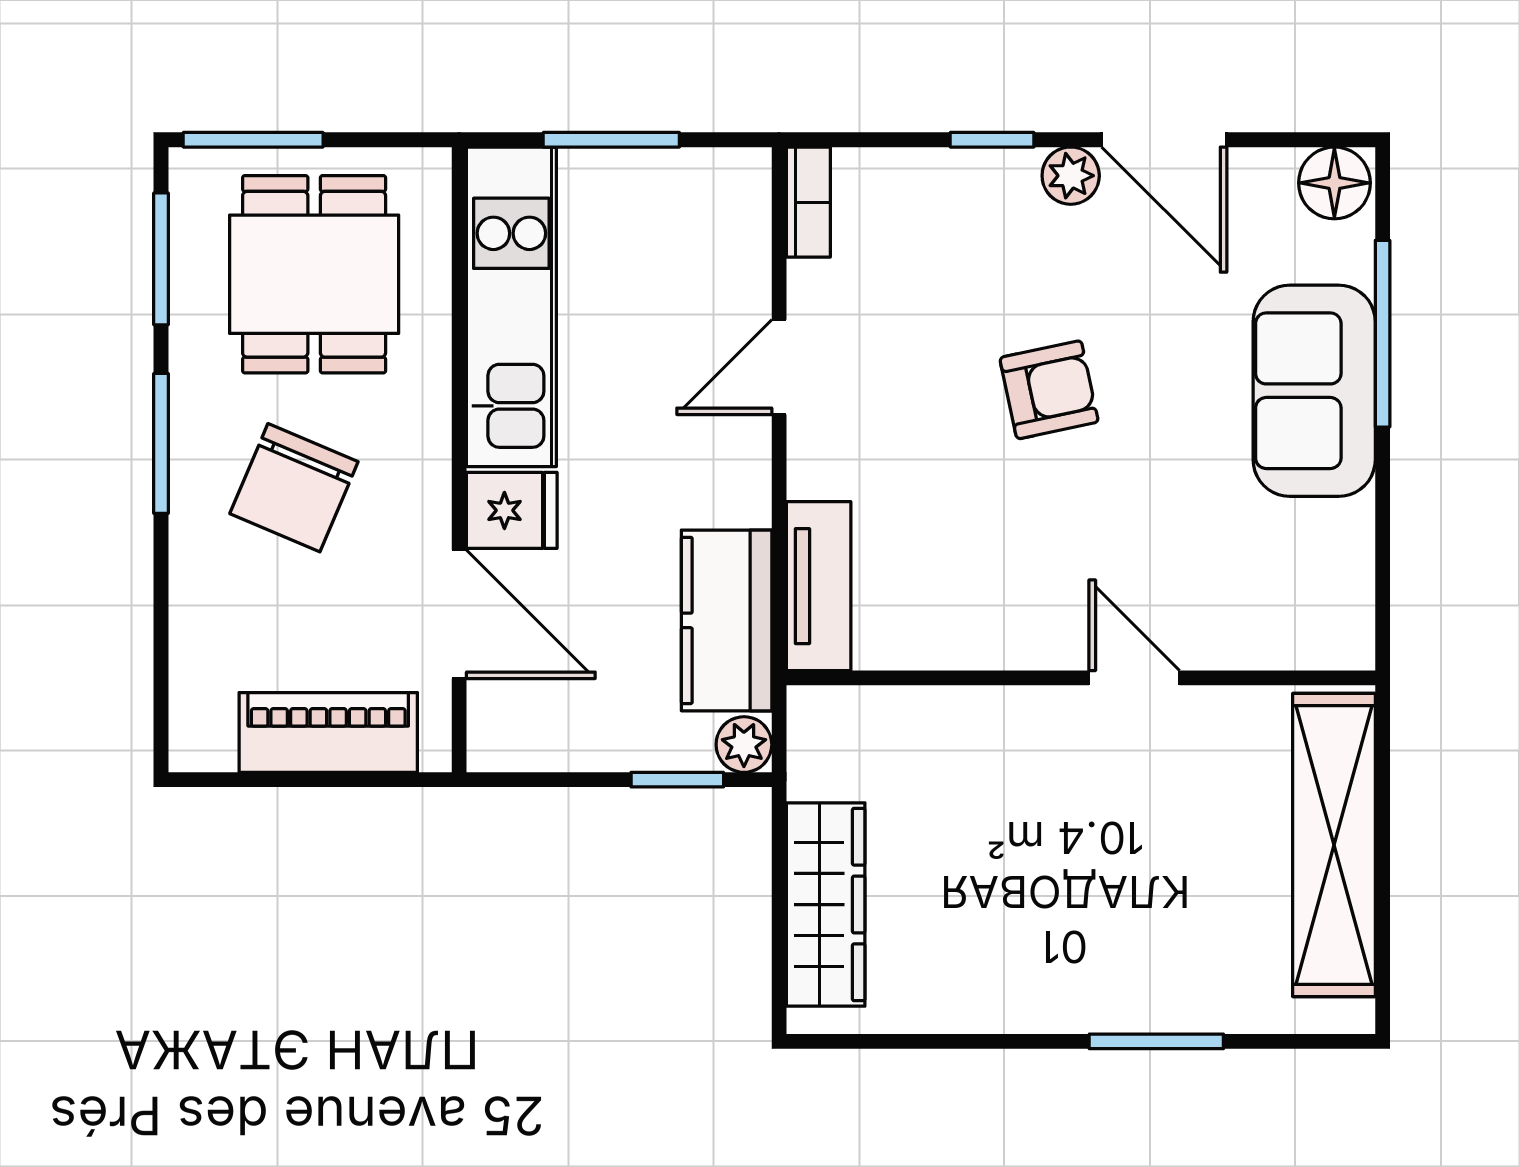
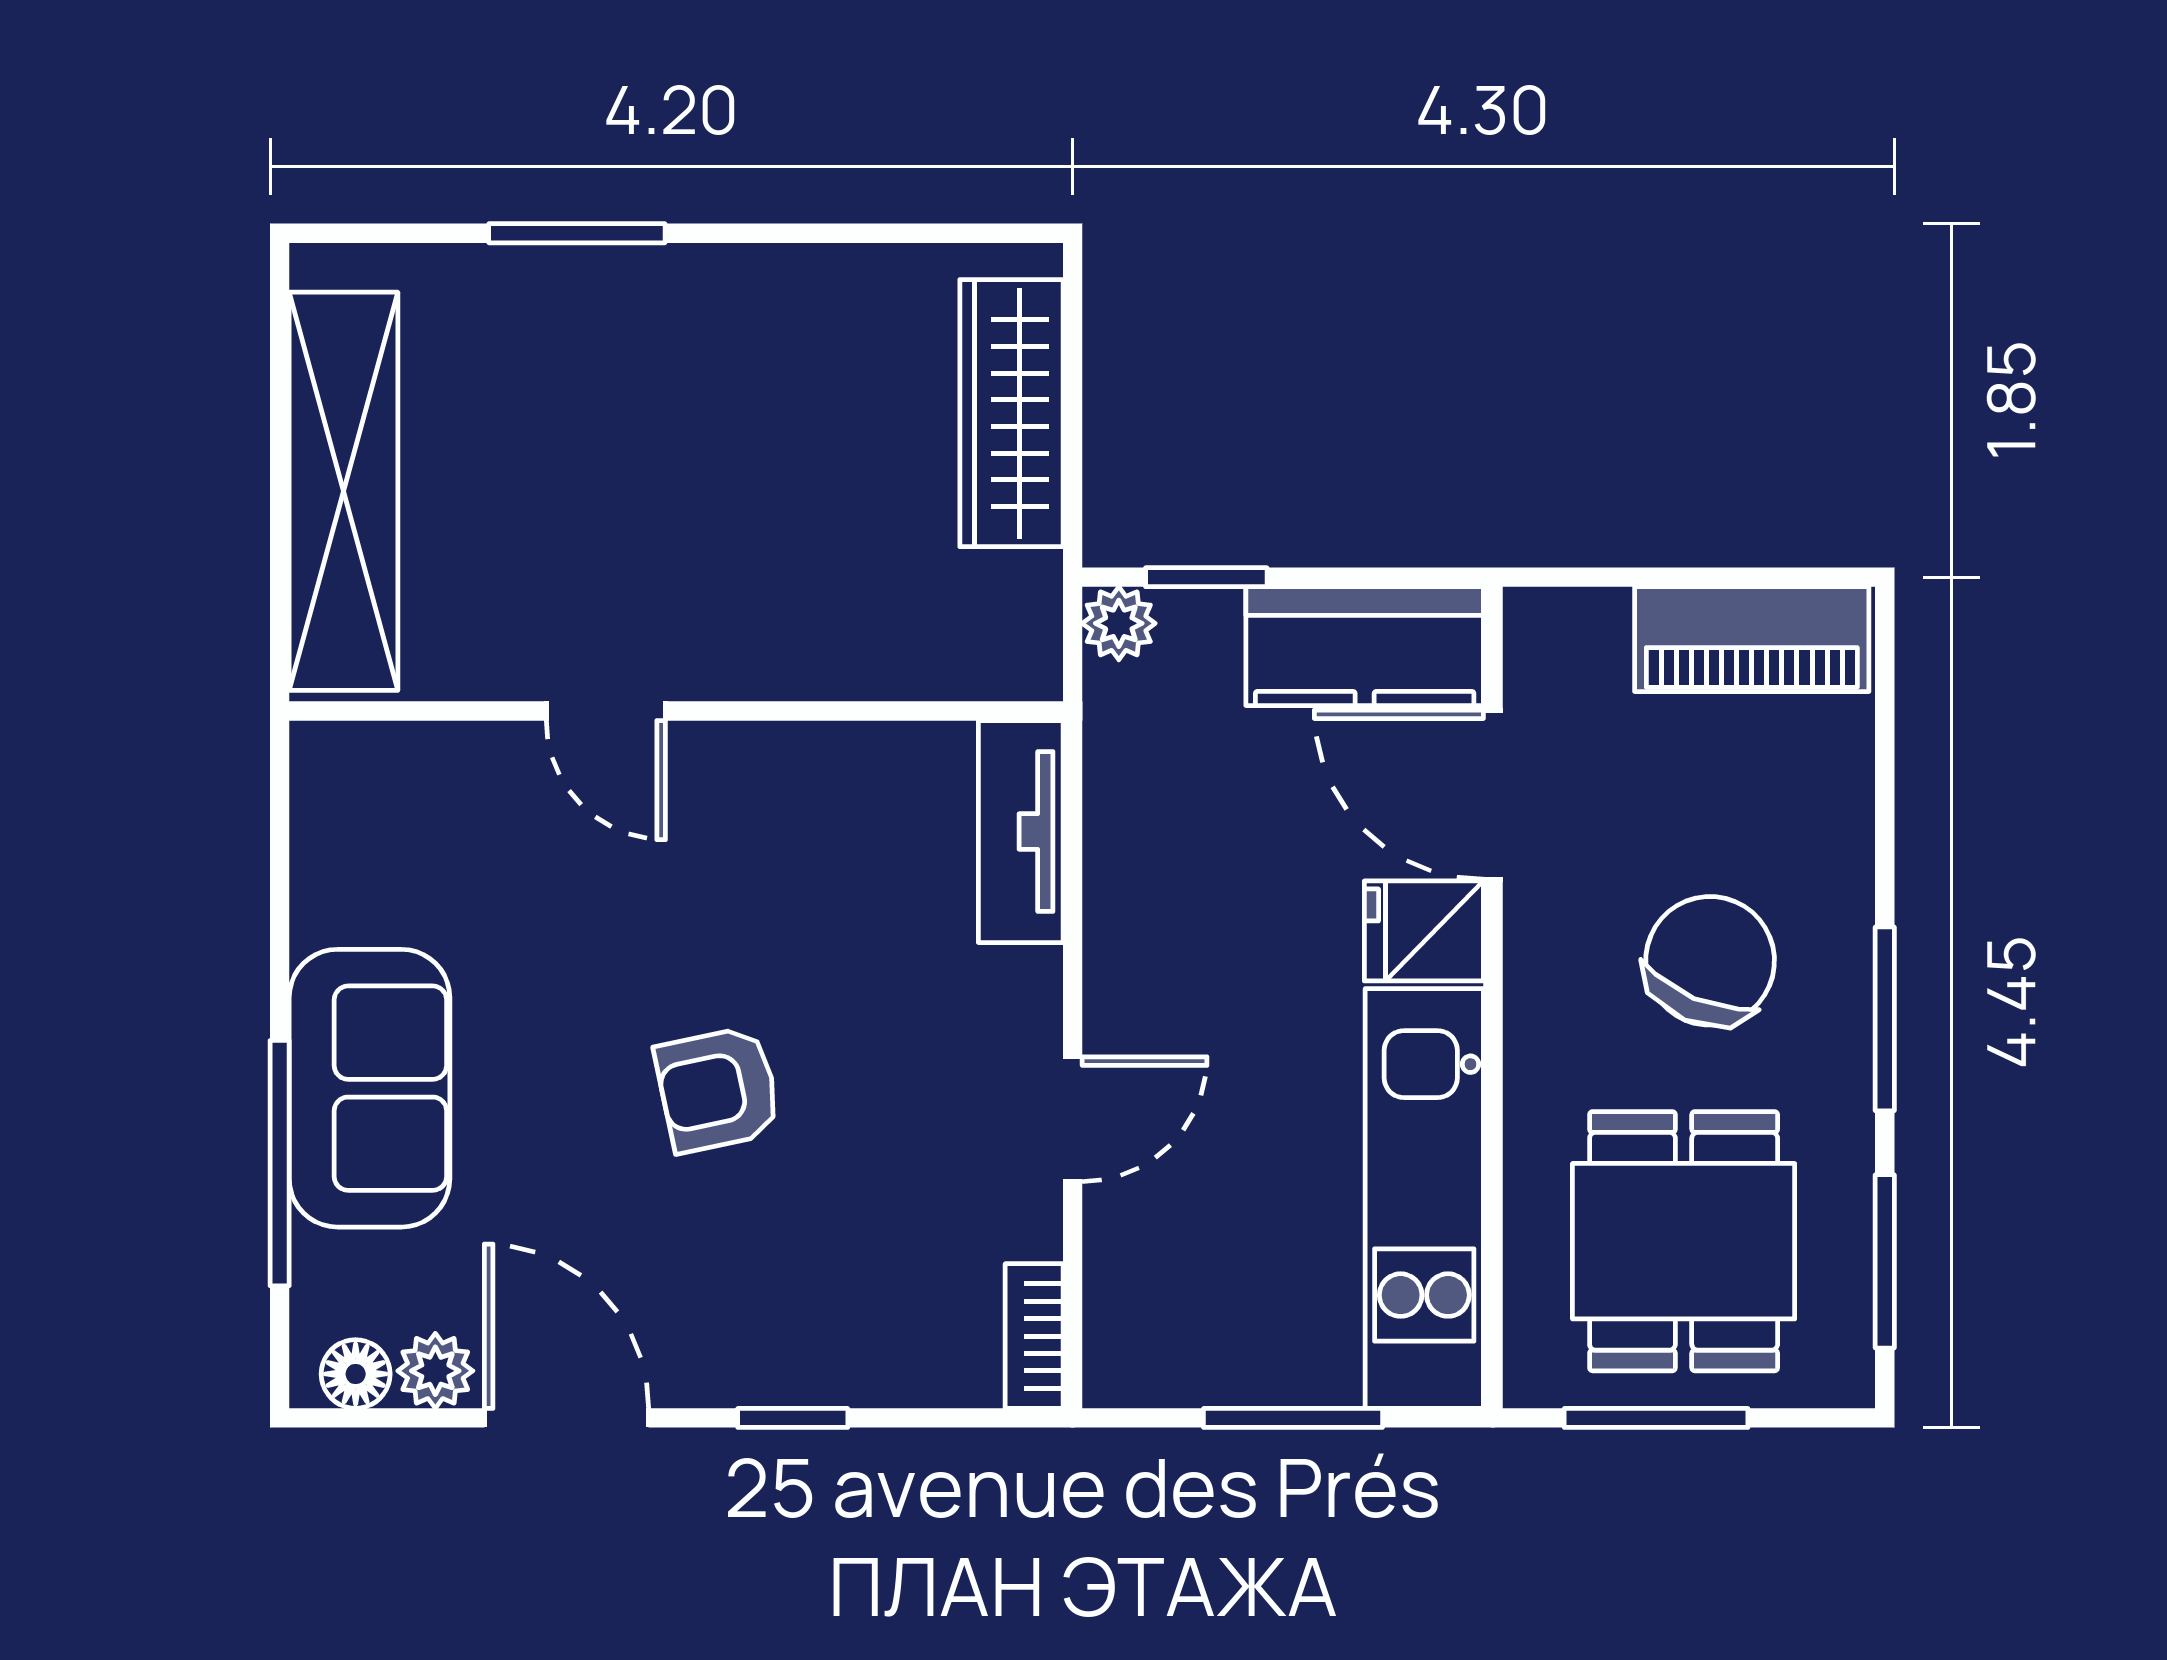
window: (253, 140) -> (1656, 1418), moved
plant: (1071, 176) -> (435, 1371), moved
floor lamp: (1334, 183) -> (356, 1374), width x0.73, depth x0.73
kitchen counter: (727, 620) -> (1365, 646), moved, turned 90
piano: (328, 732) -> (1752, 639), moved

